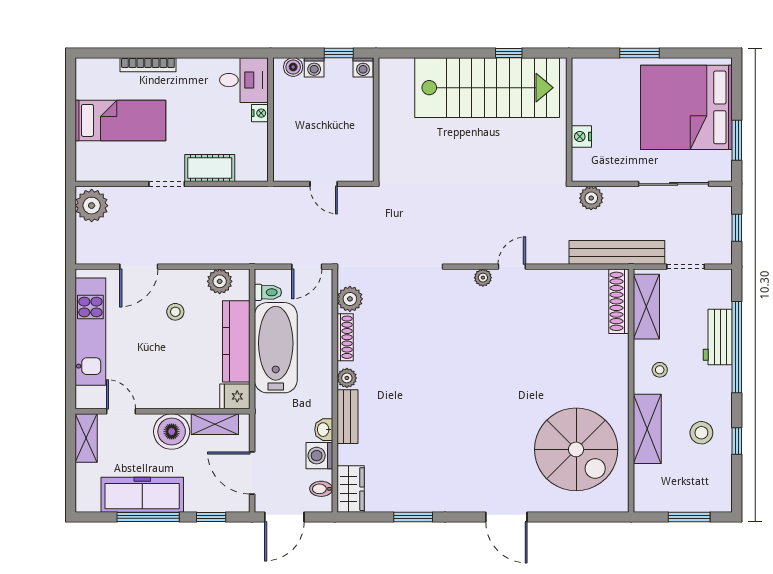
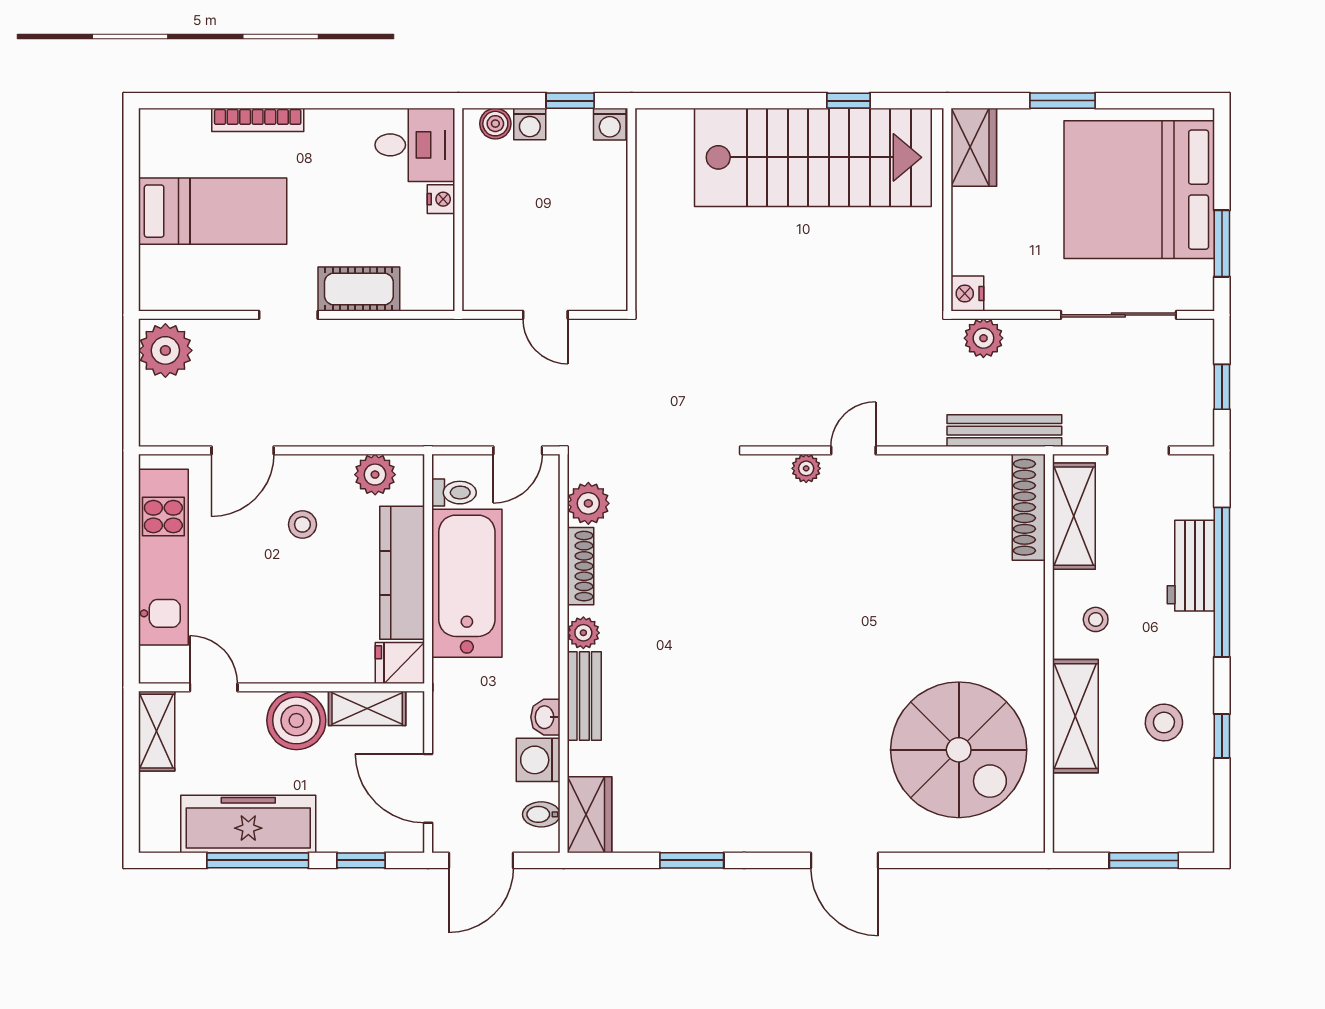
wardrobe: (585, 81) -> (974, 147), added
nightstand: (581, 137) -> (967, 294), moved
bench: (617, 252) -> (1004, 431), width x0.73, depth x0.82

